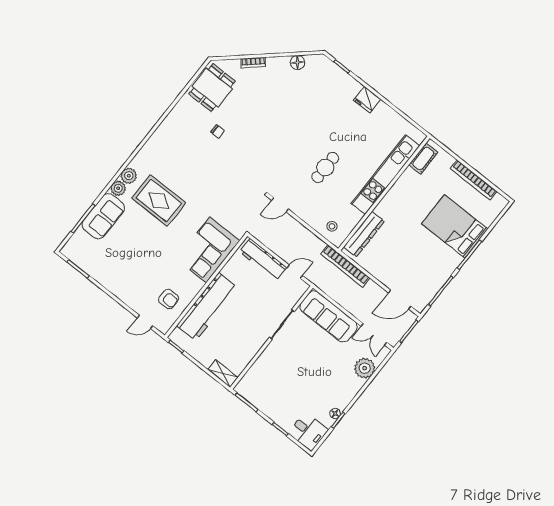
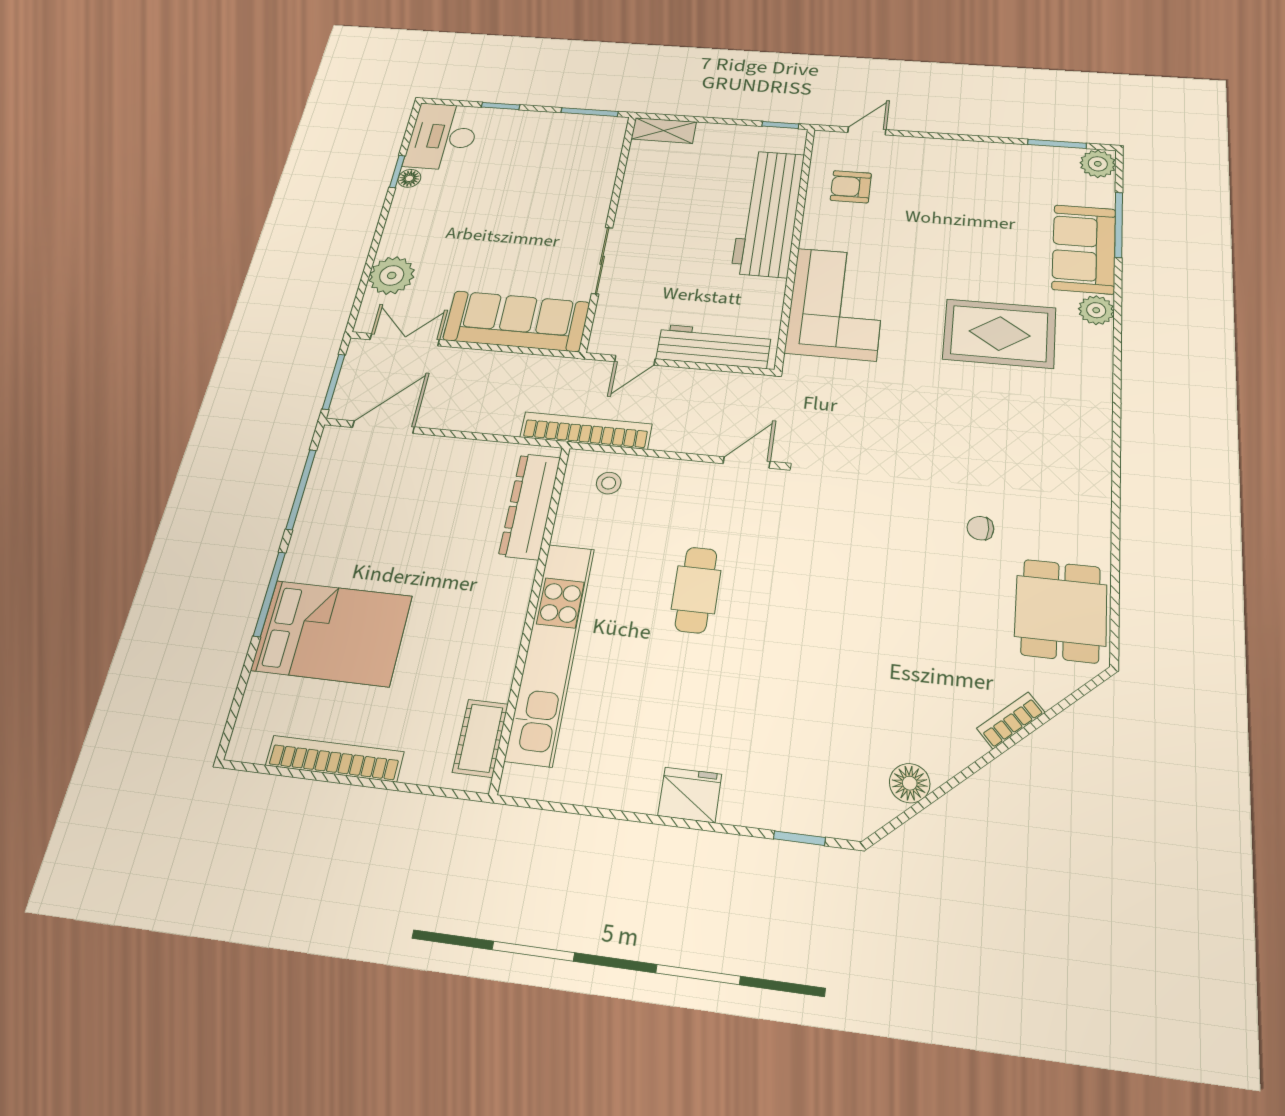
plant: (129, 176) -> (1098, 164), moved
bookcase: (345, 266) -> (586, 431), moved
desk: (308, 432) -> (443, 137), width x1.37

